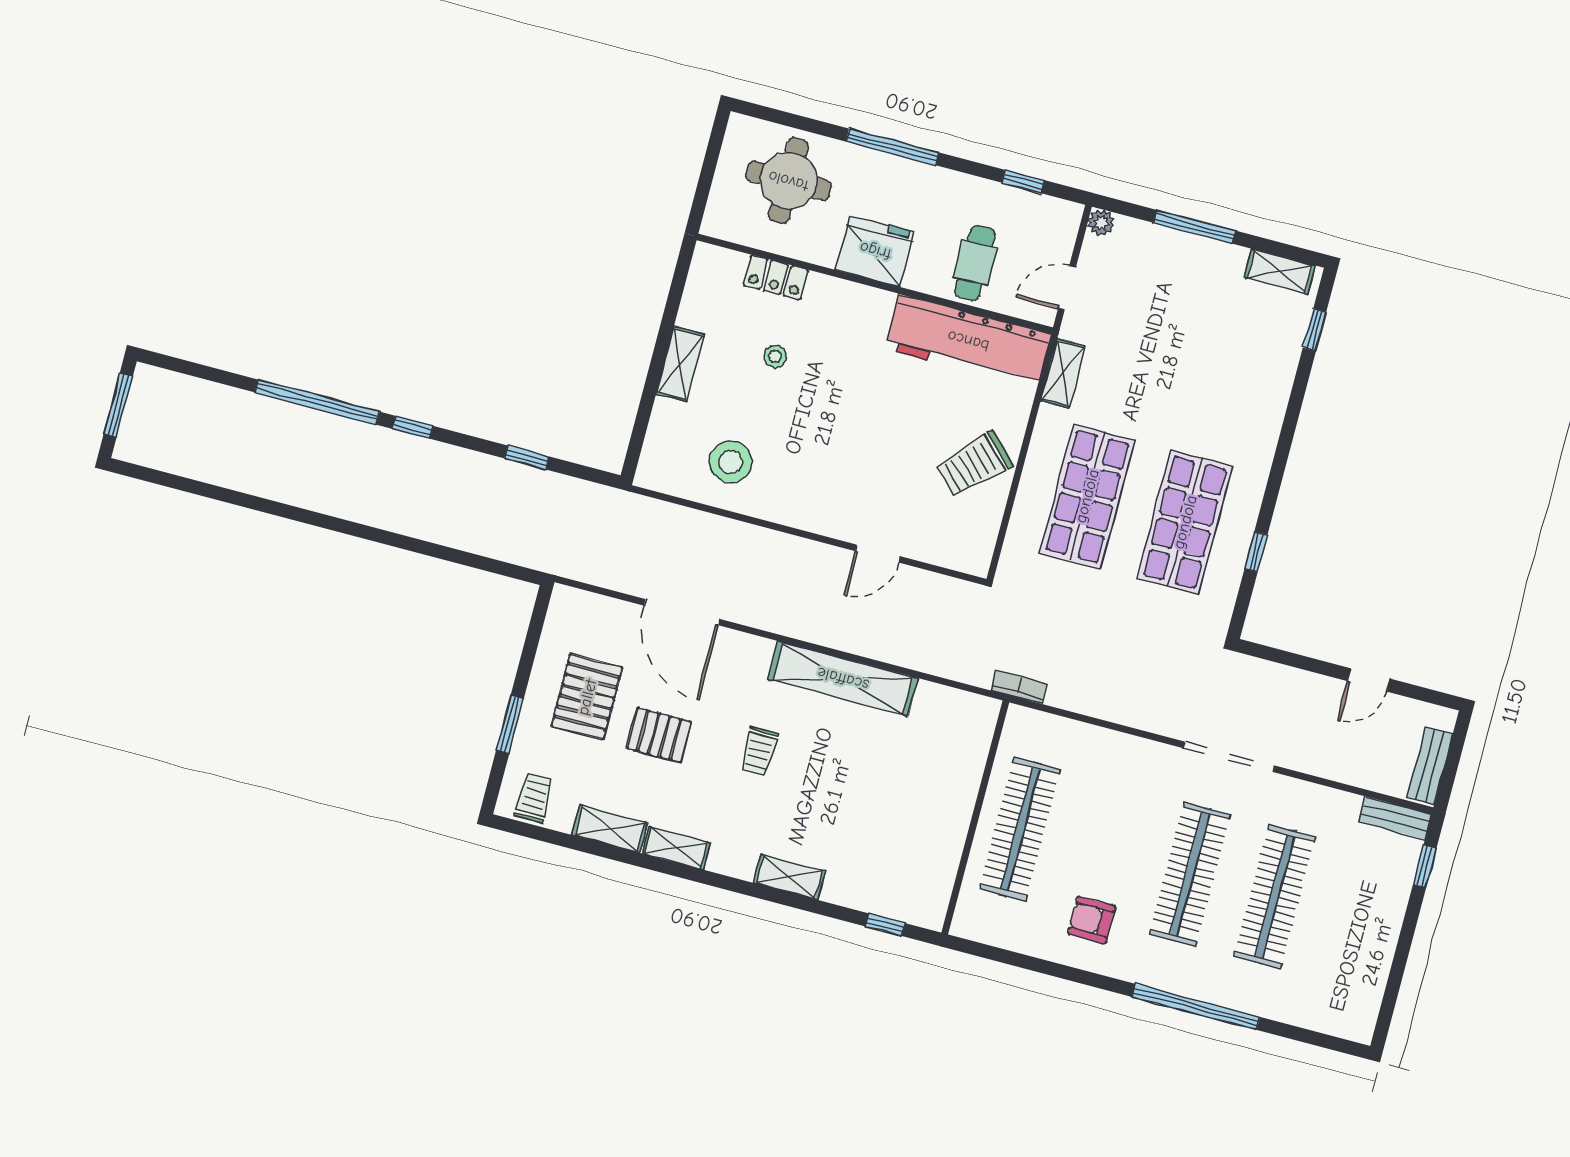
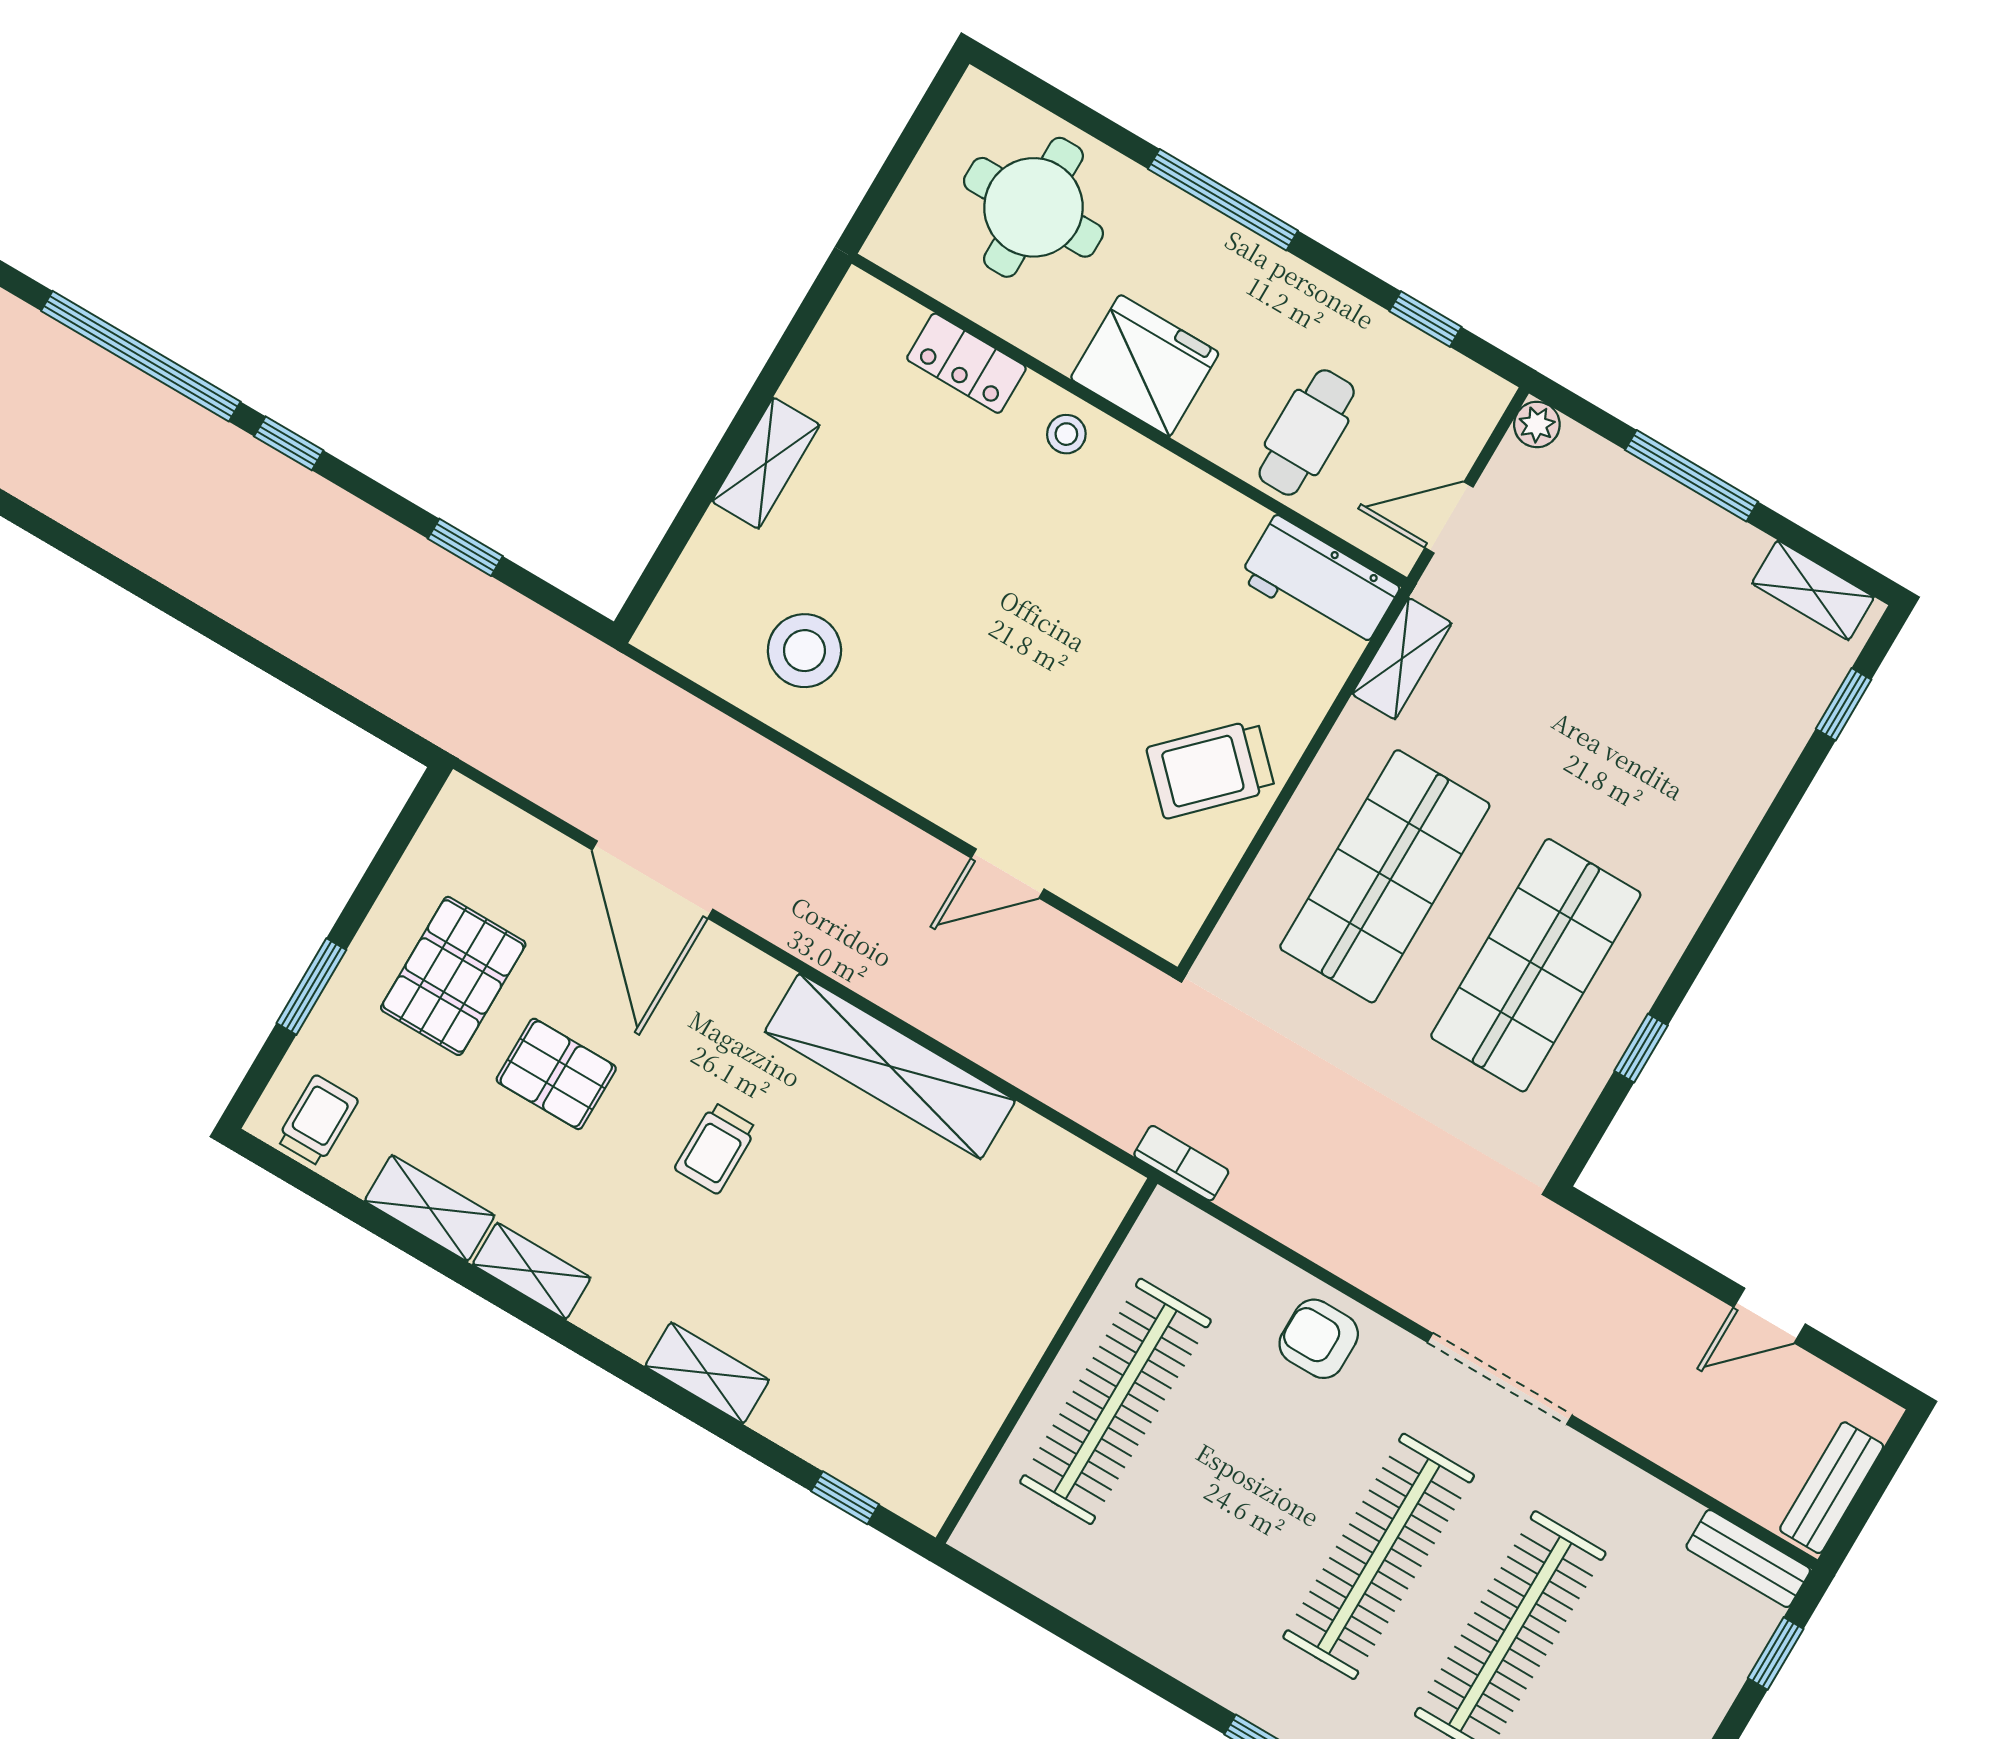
workbench: (968, 341) -> (1319, 583), width x0.53, depth x0.76
stool: (775, 356) -> (1066, 434), moved
armchair: (1092, 920) -> (1319, 1339), moved

